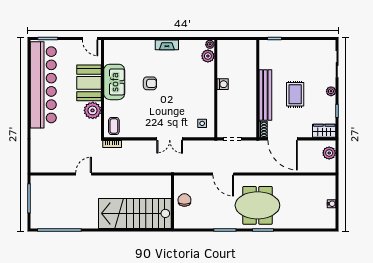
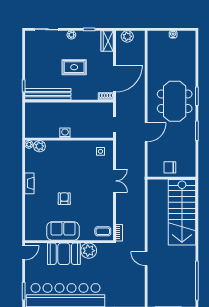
bench: (265, 95) -> (48, 94), moved

